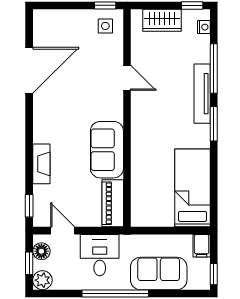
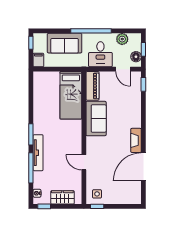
fireplace: (41, 164) -> (136, 140), moved
bed: (193, 188) -> (71, 95), moved
plant: (42, 280) -> (122, 39), moved

